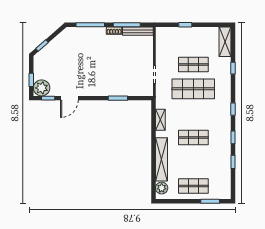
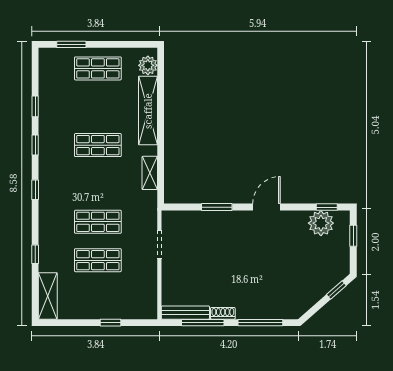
plant: (42, 88) -> (321, 223), moved
shop shelf: (193, 89) -> (98, 222), width x0.70, depth x0.74
door: (69, 98) -> (266, 207), moved

